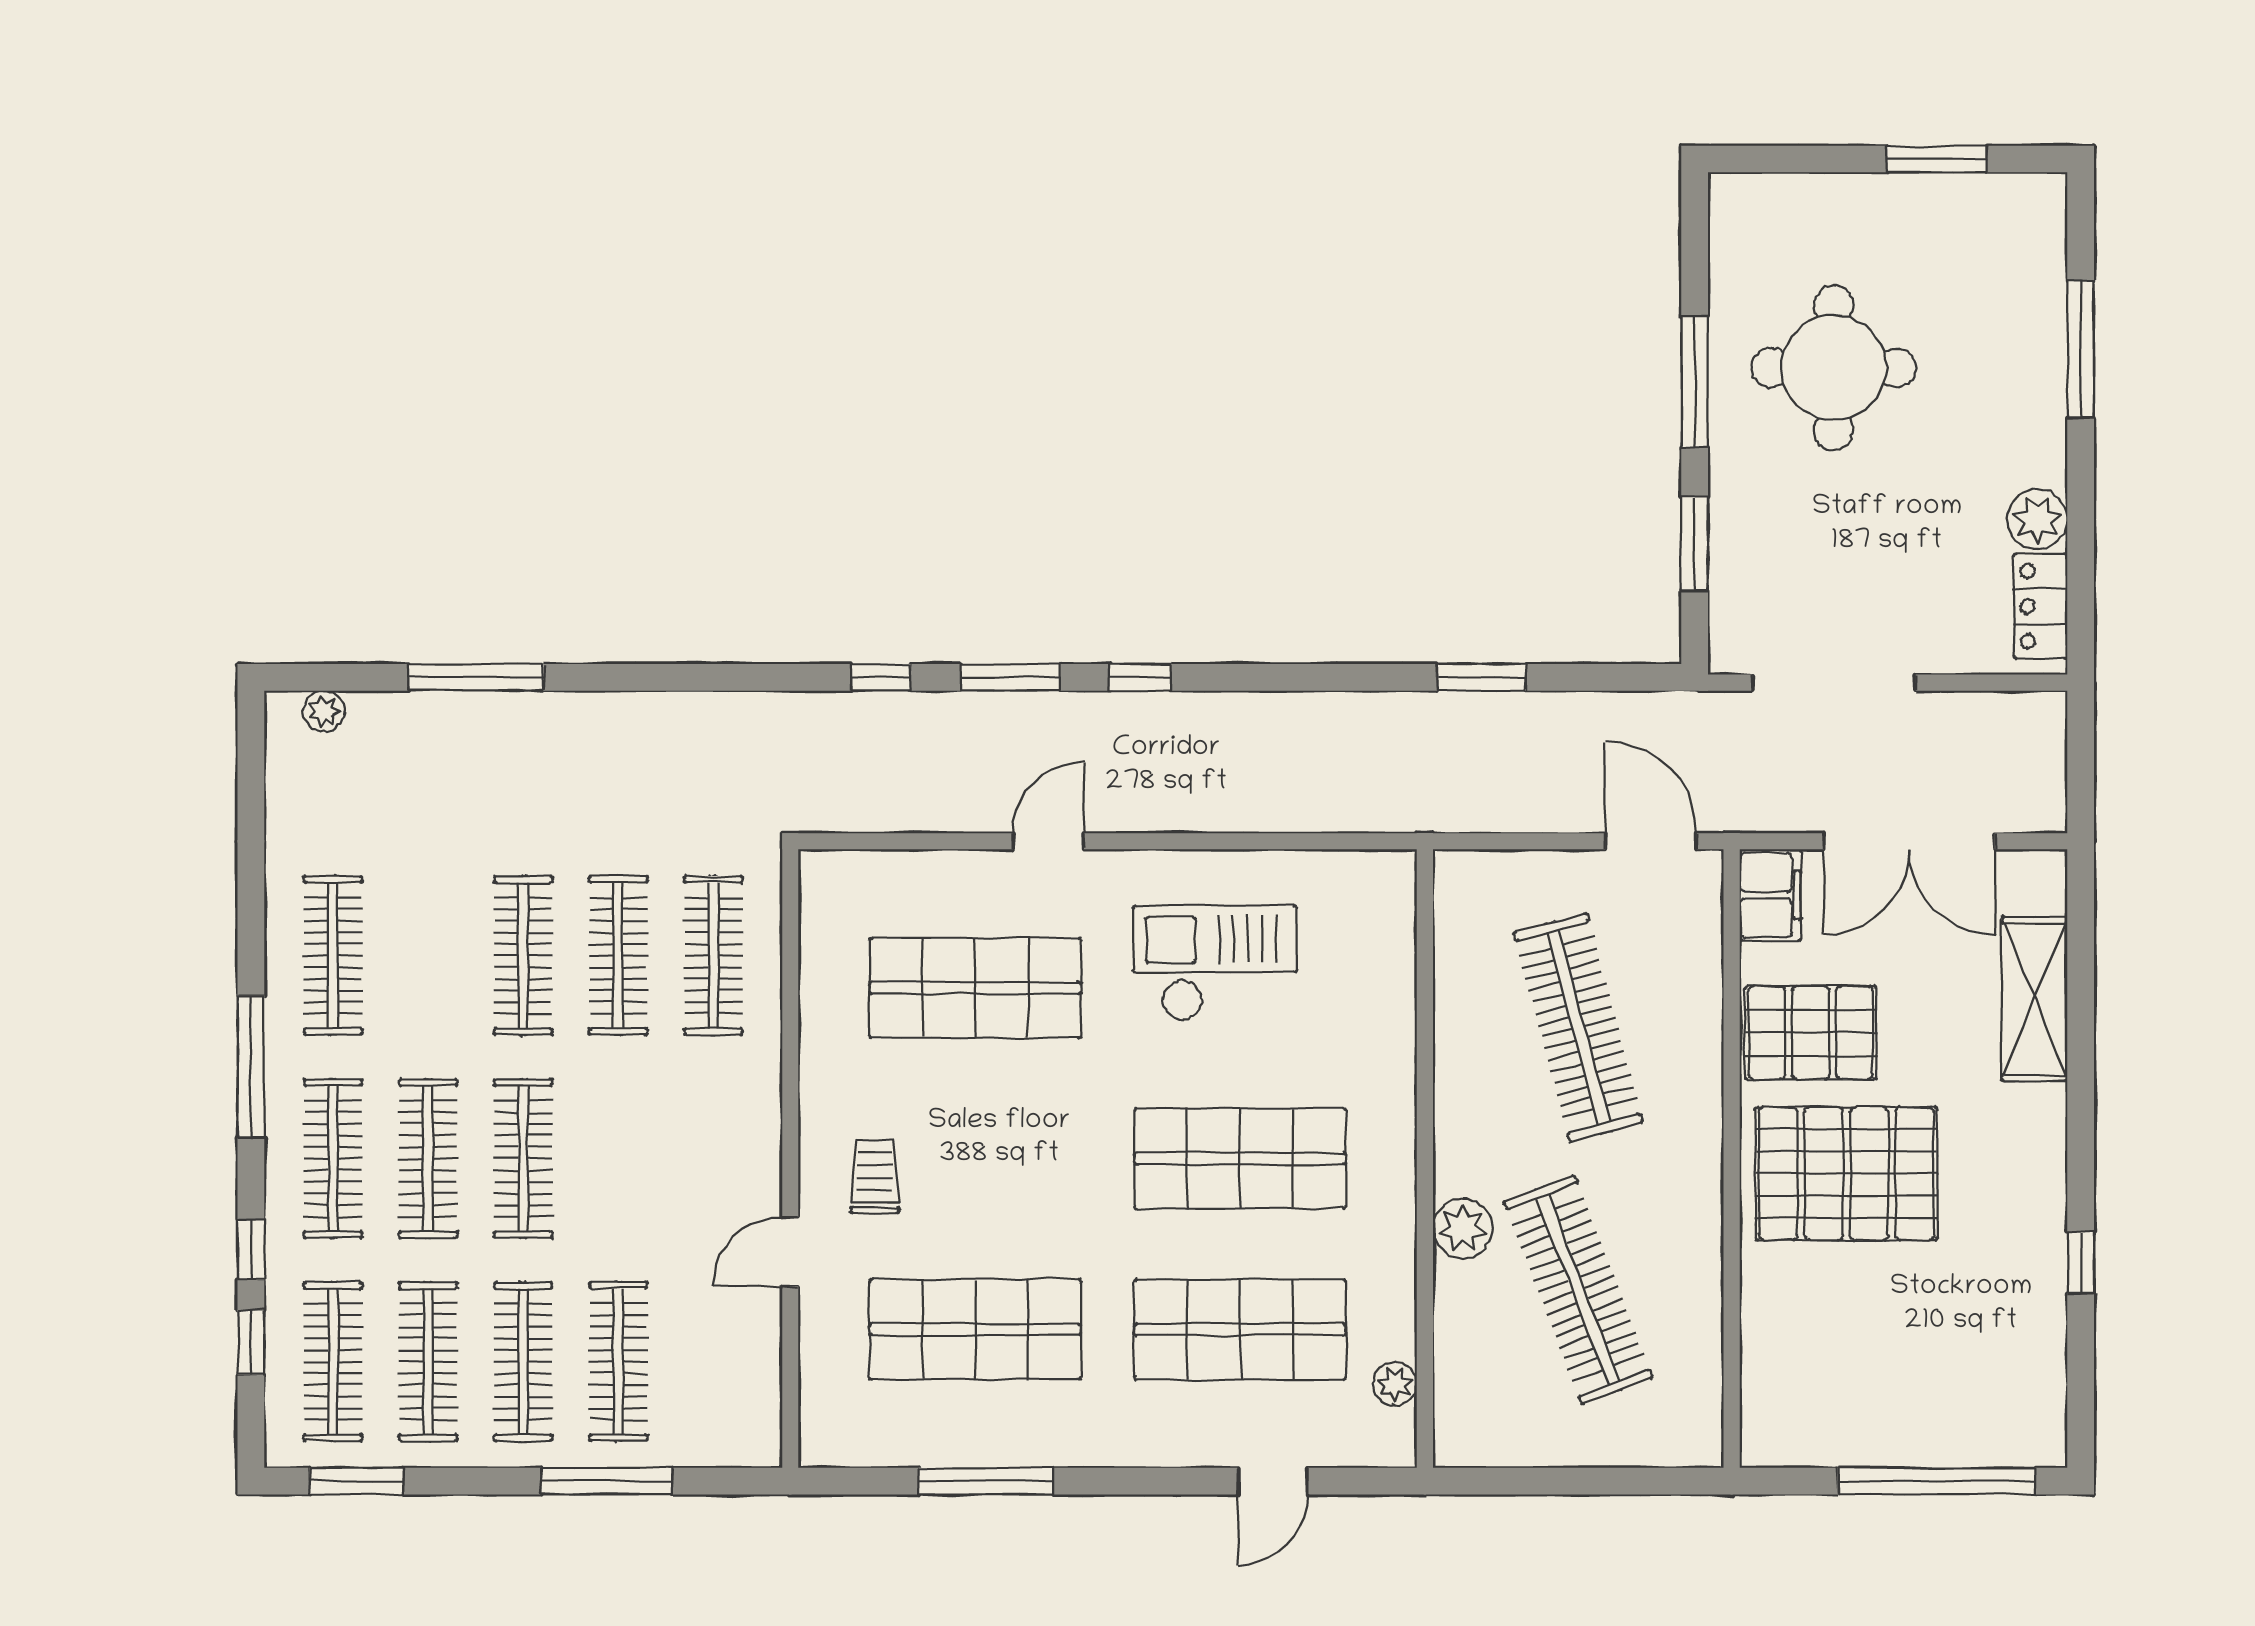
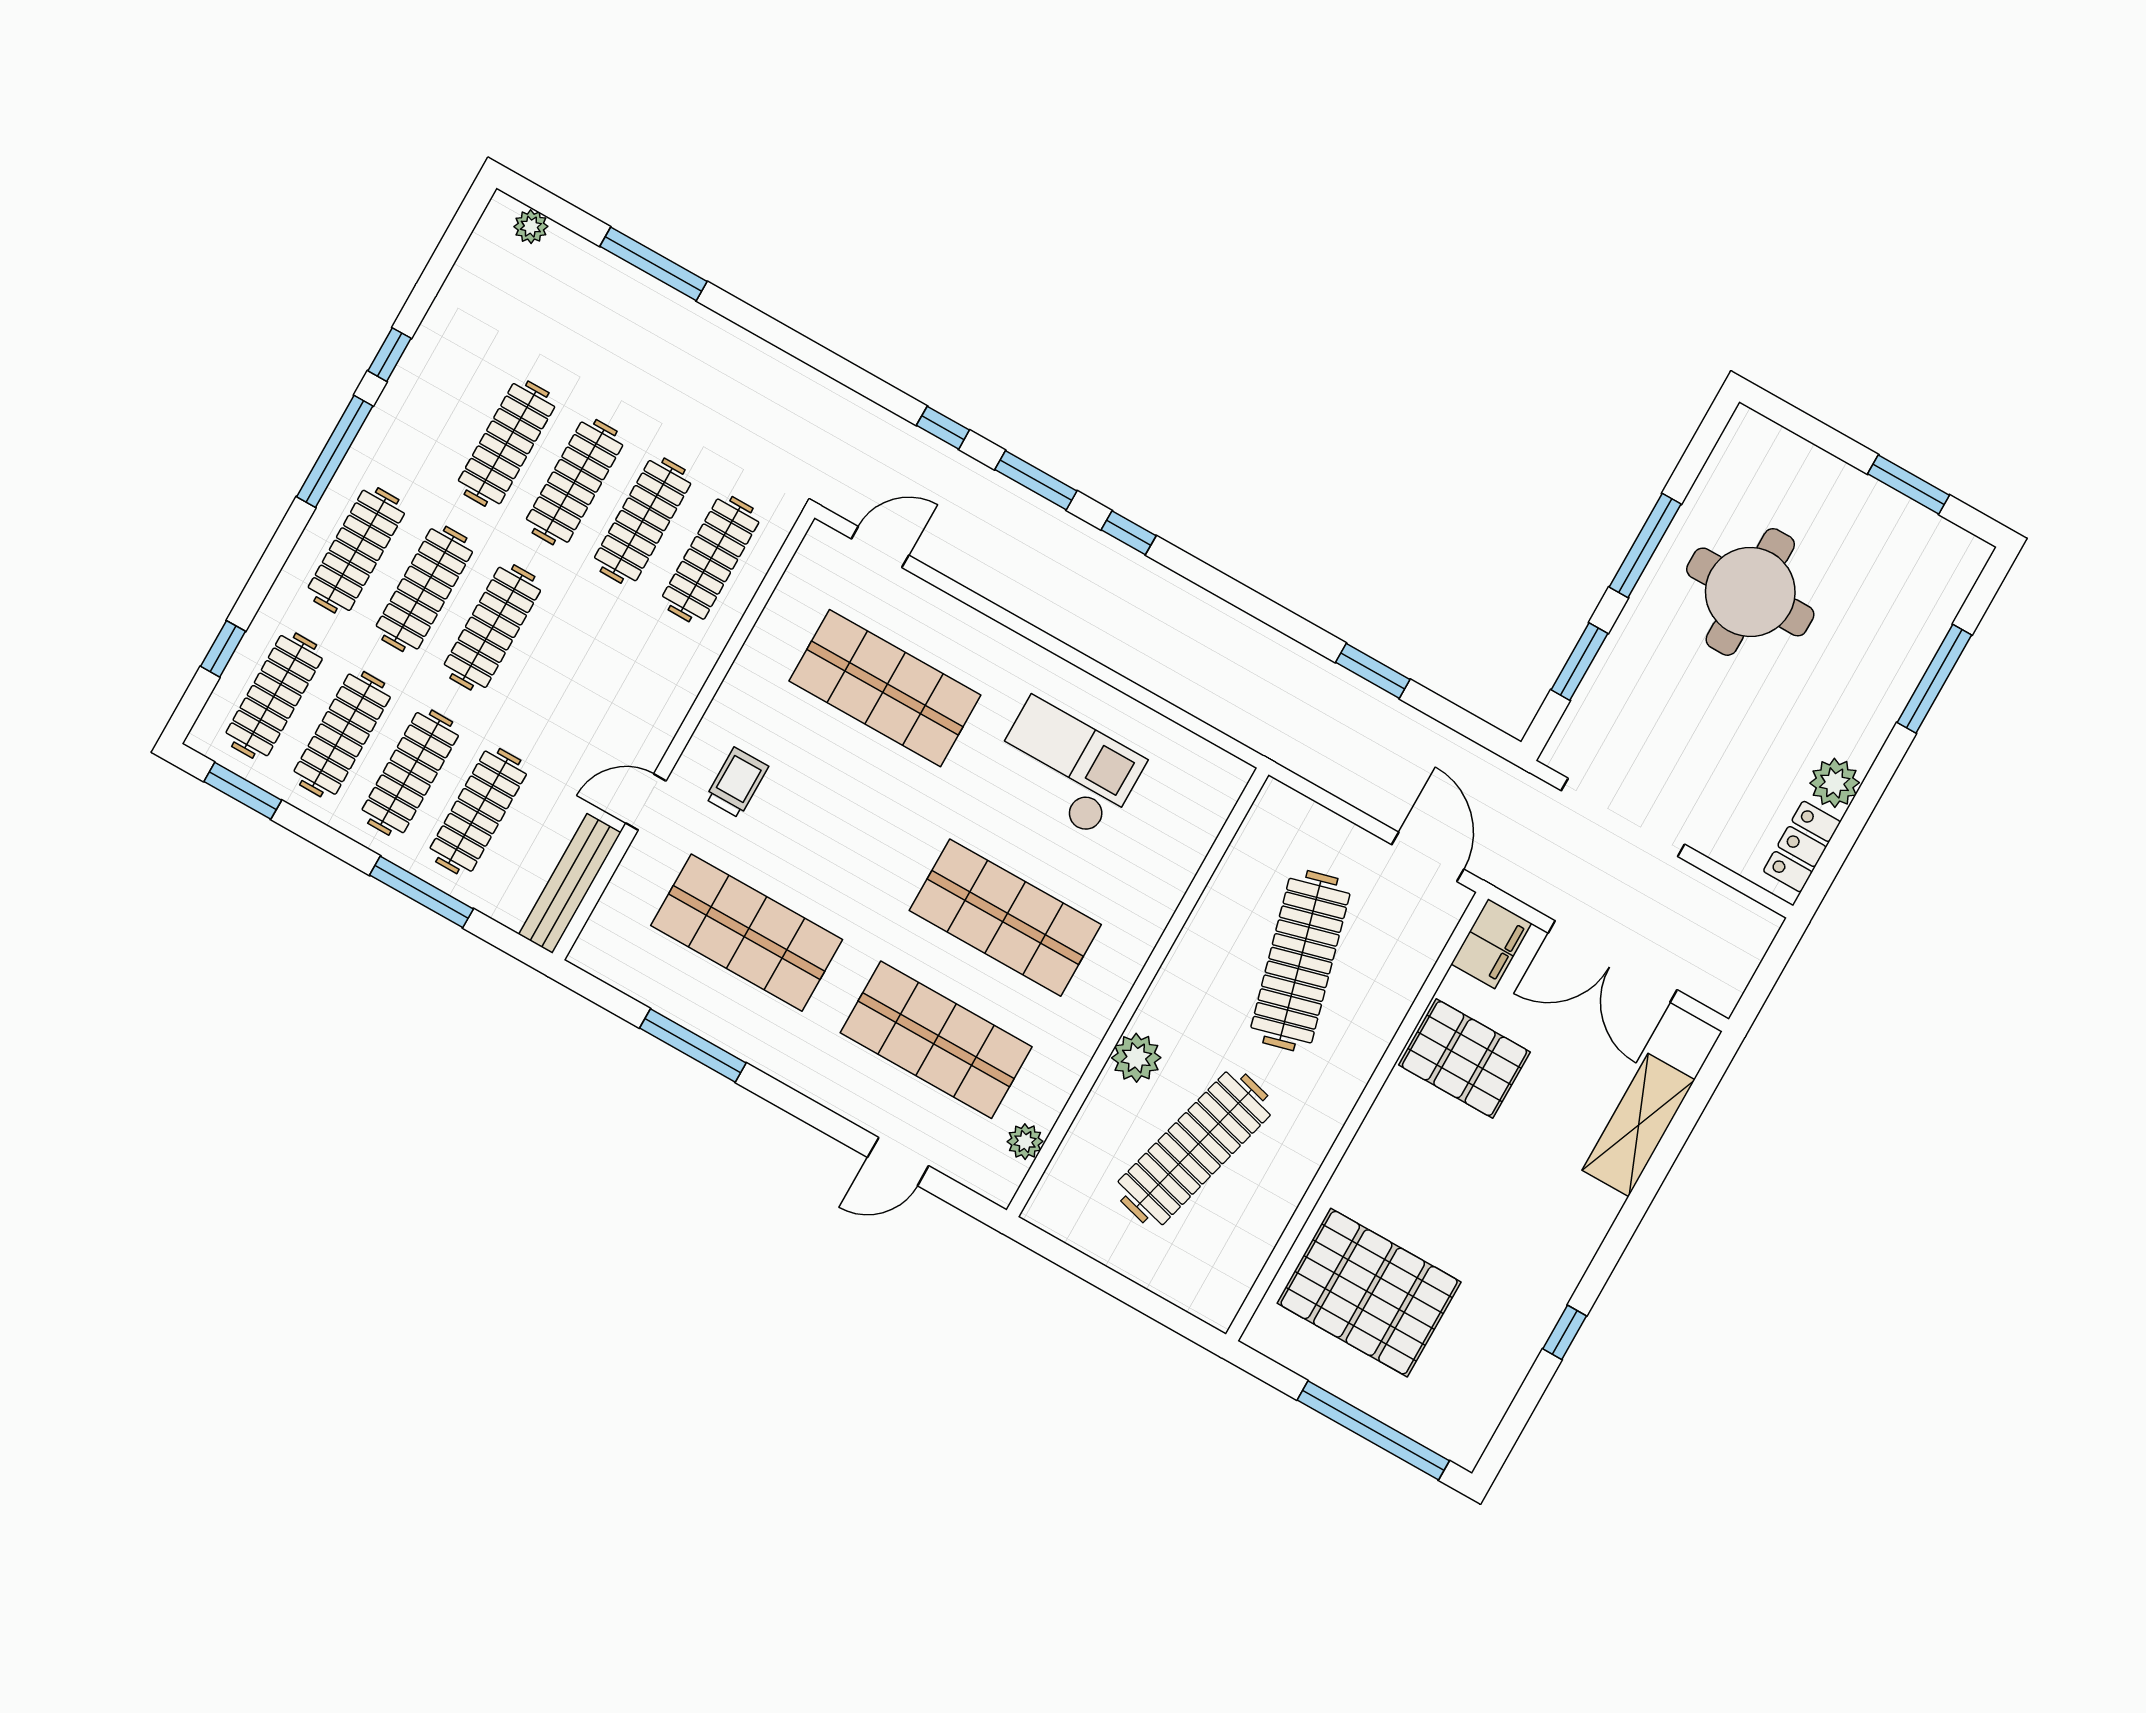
door: (1048, 841) -> (880, 547), moved
clothes rail: (333, 956) -> (507, 444), moved
pallet: (1846, 1174) -> (1369, 1293), moved
window: (251, 1250) -> (389, 355), moved
clothes rail: (1578, 1290) -> (1194, 1148), turned 36
bench: (759, 1383) -> (570, 884), added

